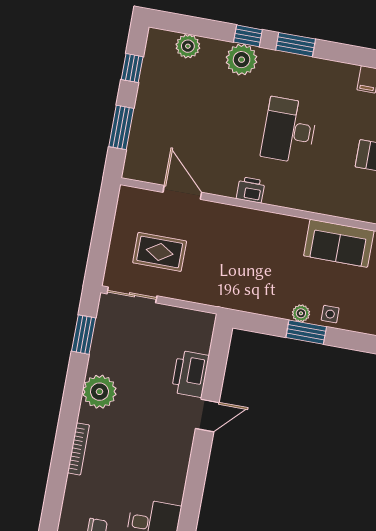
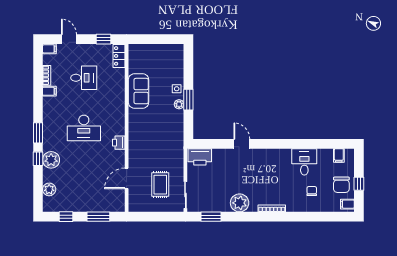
printer: (190, 374) -> (200, 157), moved

